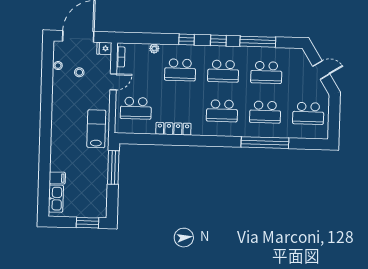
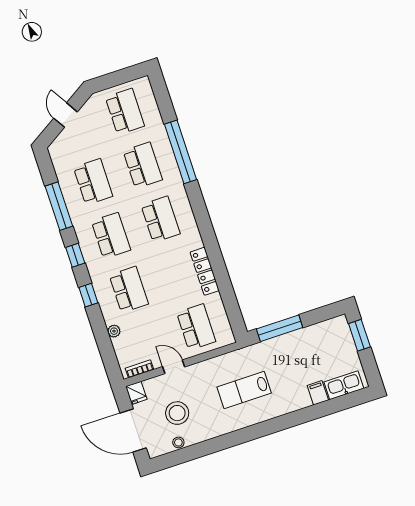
stool: (79, 72) -> (177, 413), width x1.89, depth x1.89
lab bench: (96, 129) -> (244, 390), moved

